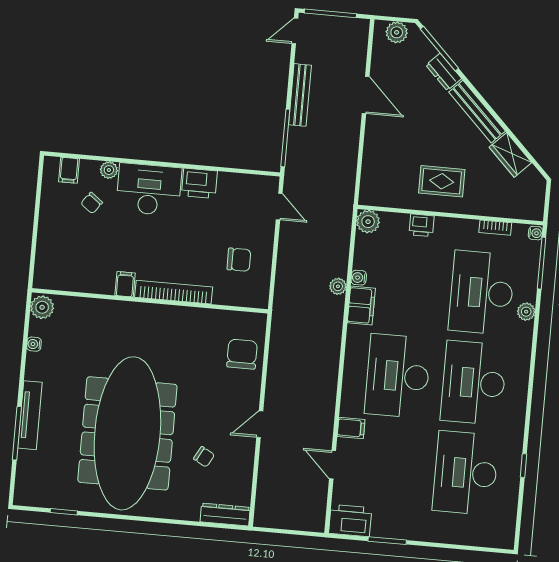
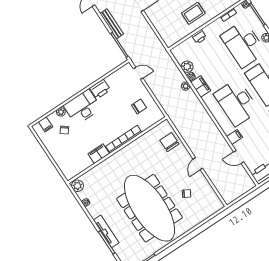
plant: (368, 222) -> (187, 67), moved
filing cabinet: (125, 284) -> (99, 154), width x2.00
dresser: (225, 514) -> (212, 209), removed

